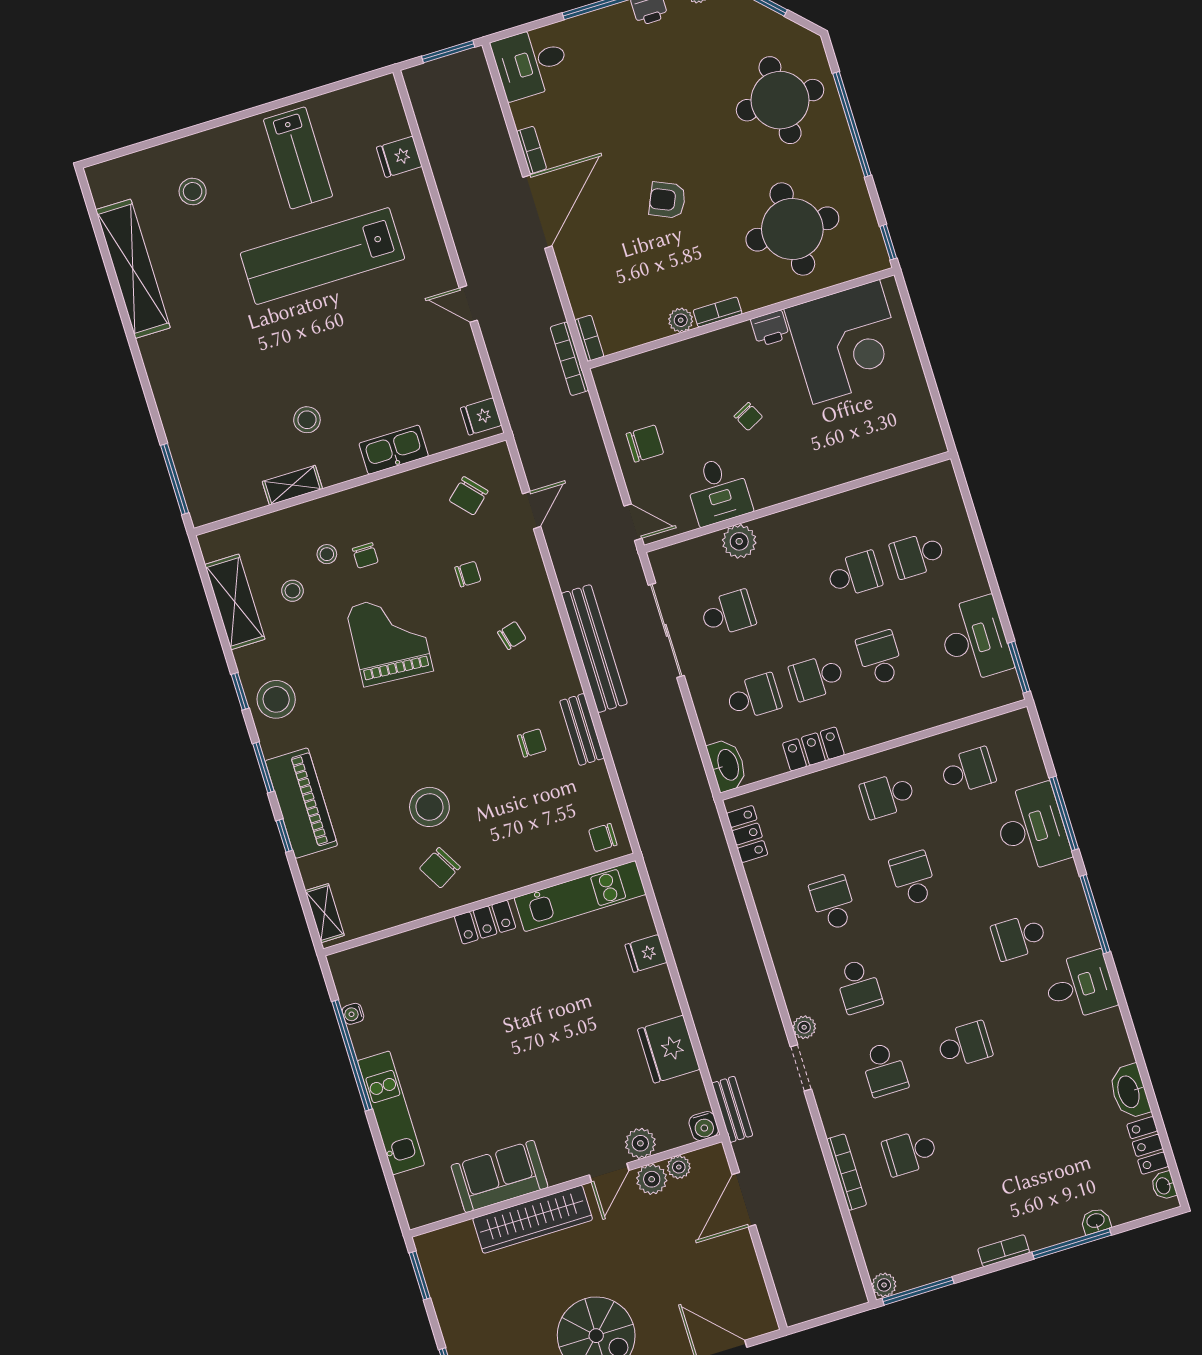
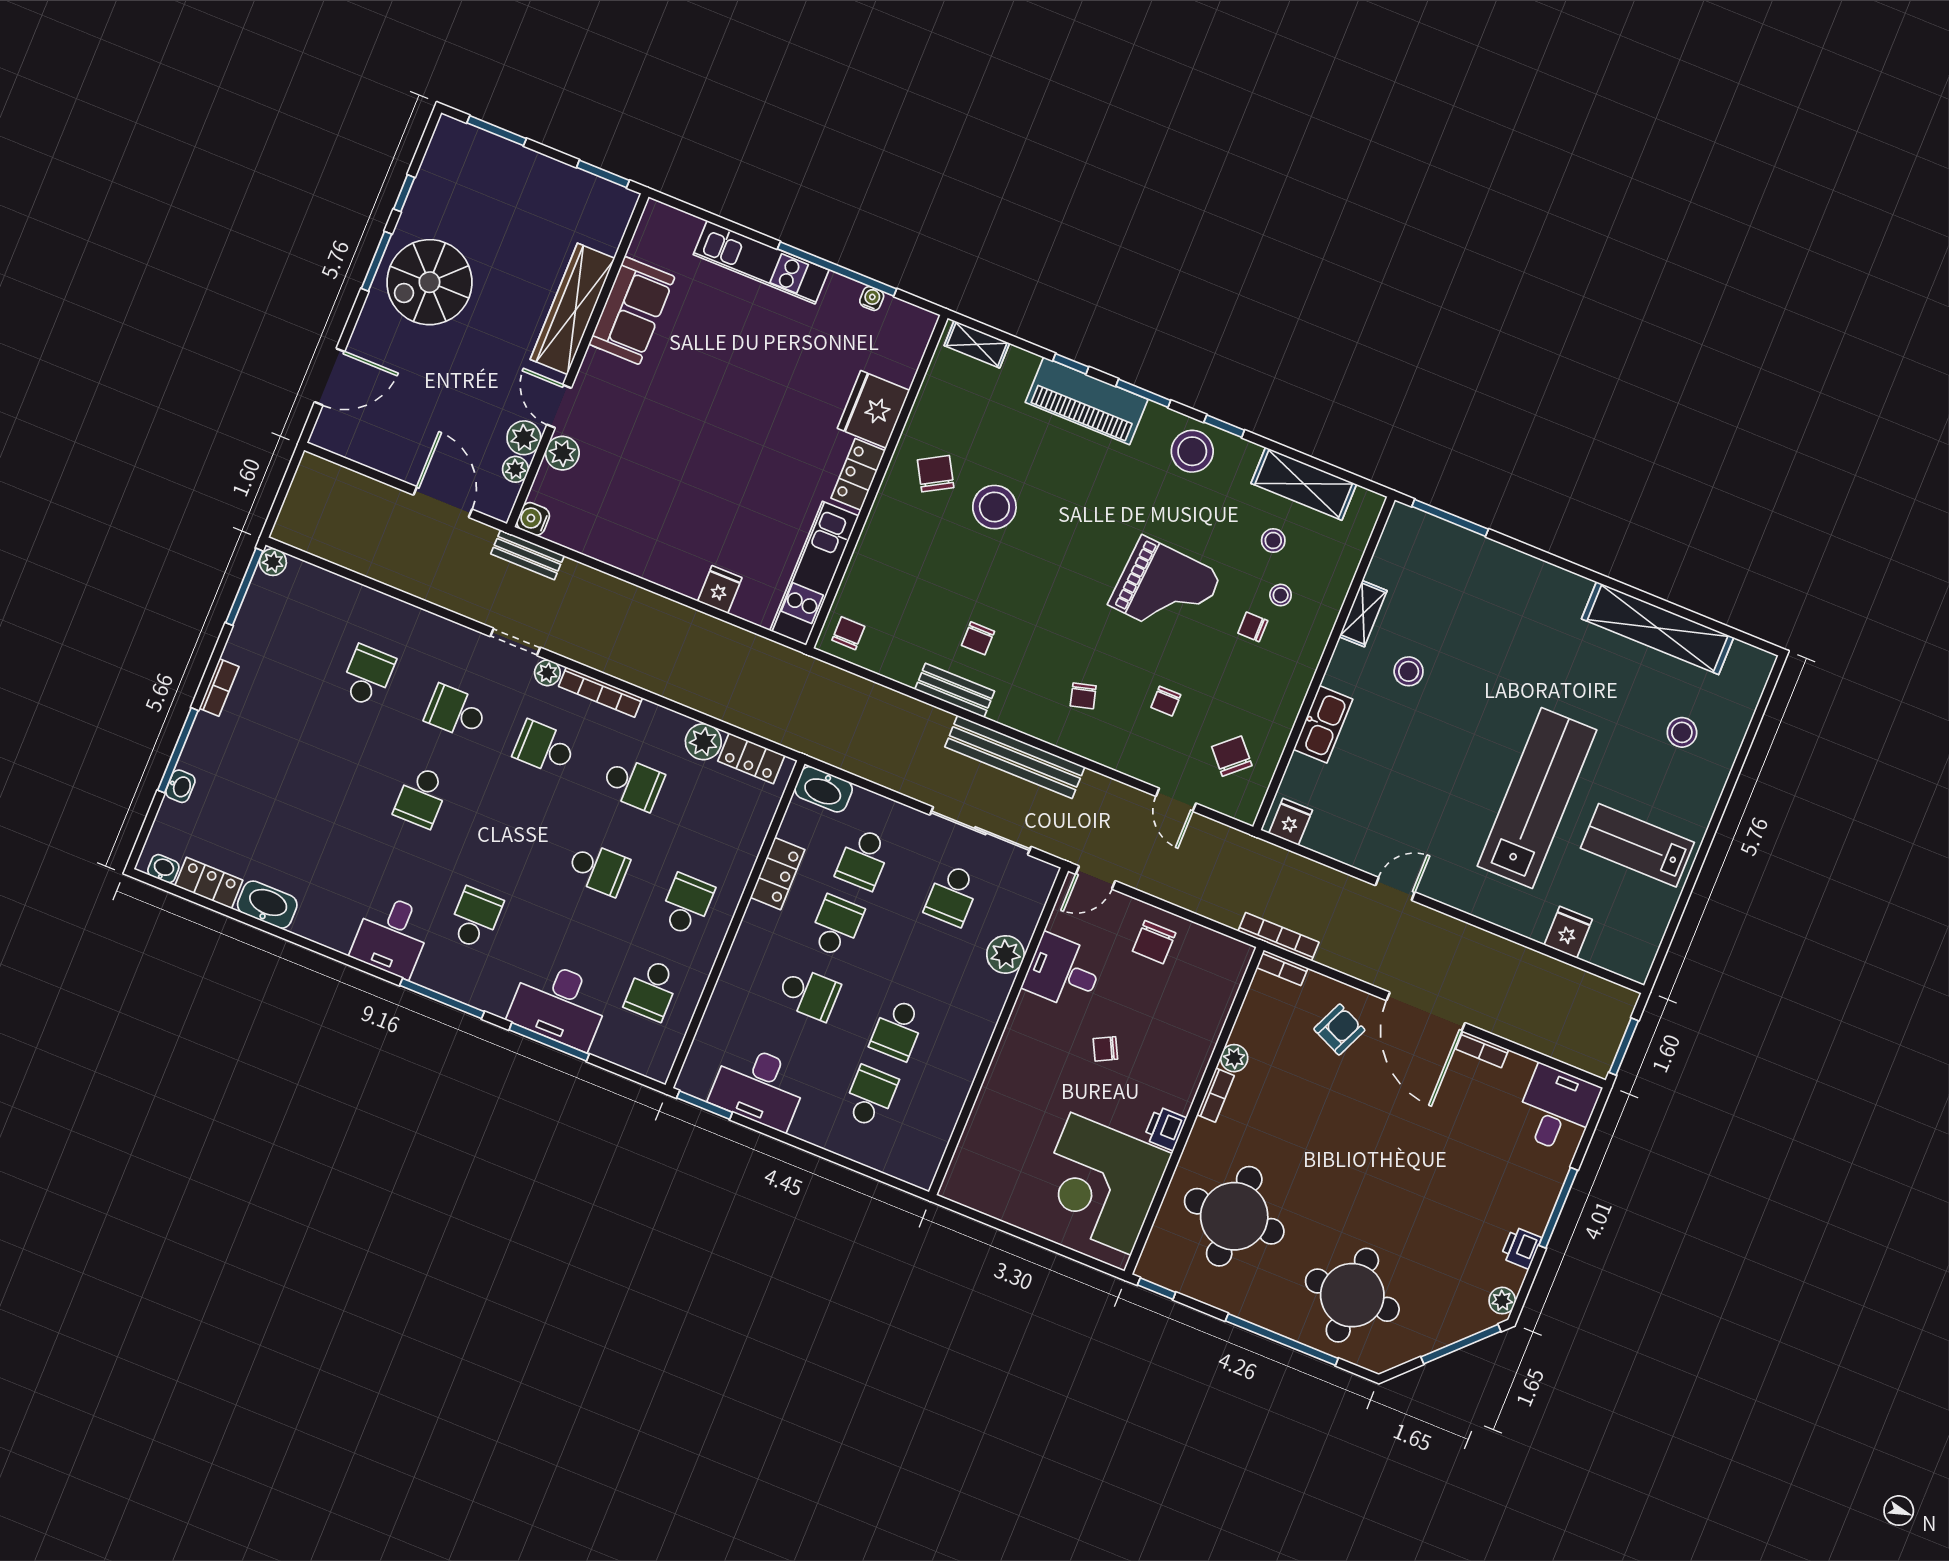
armchair: (667, 200) -> (1339, 1029), moved
plant: (763, 877) -> (703, 742), added
fridge: (669, 1049) -> (873, 409), moved, turned -90
bookcase: (847, 1172) -> (601, 692), moved

